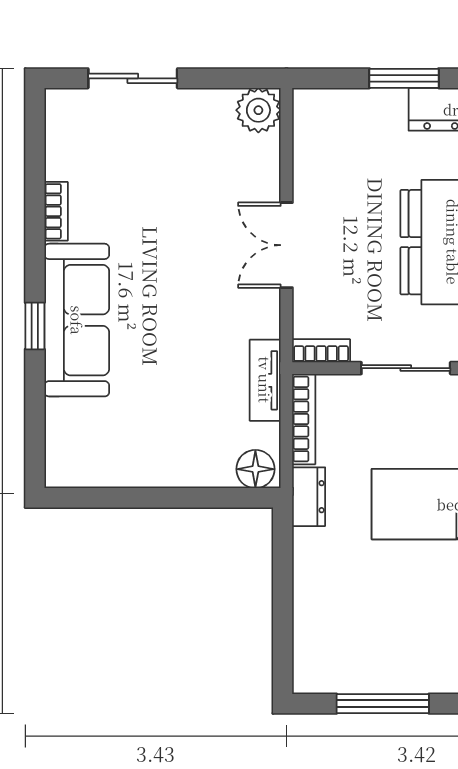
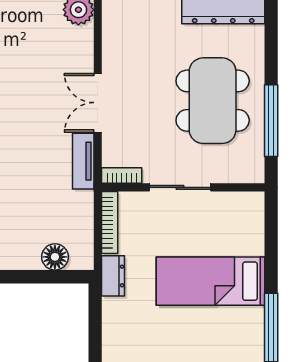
tv unit: (265, 380) -> (83, 161), moved
floor lamp: (255, 469) -> (55, 257), moved

